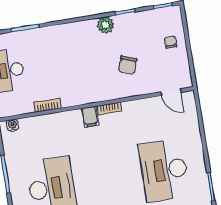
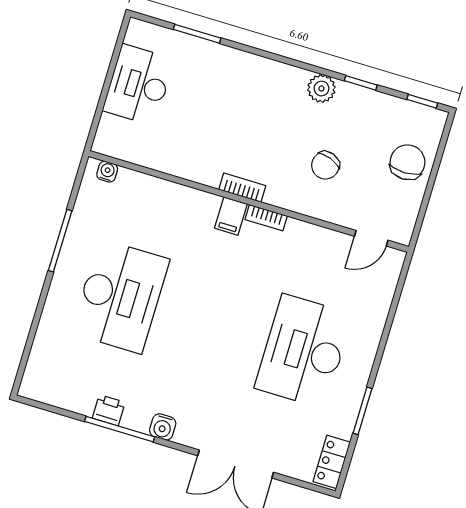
chair: (171, 42) -> (407, 162), width x1.87, depth x1.87
door: (171, 92) -> (371, 238), hinge flipped
bookcase: (47, 105) -> (242, 188), moved

